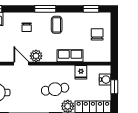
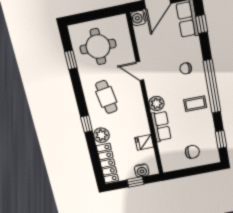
window: (45, 9) -> (212, 86), width x2.11
plant: (36, 56) -> (156, 103), moved
door: (21, 64) -> (140, 71), swing flipped
cafe table: (55, 89) -> (106, 97), moved

